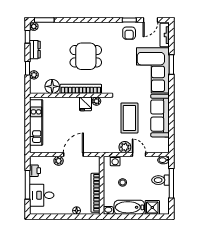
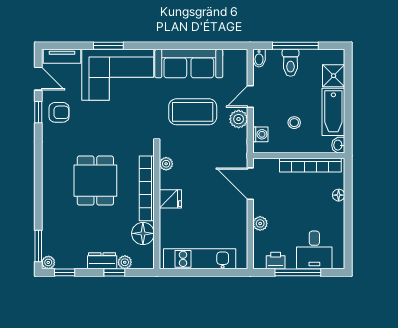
dresser: (35, 50) -> (102, 261), moved
fridge: (86, 104) -> (170, 199), moved
door: (73, 155) -> (250, 184), moved

